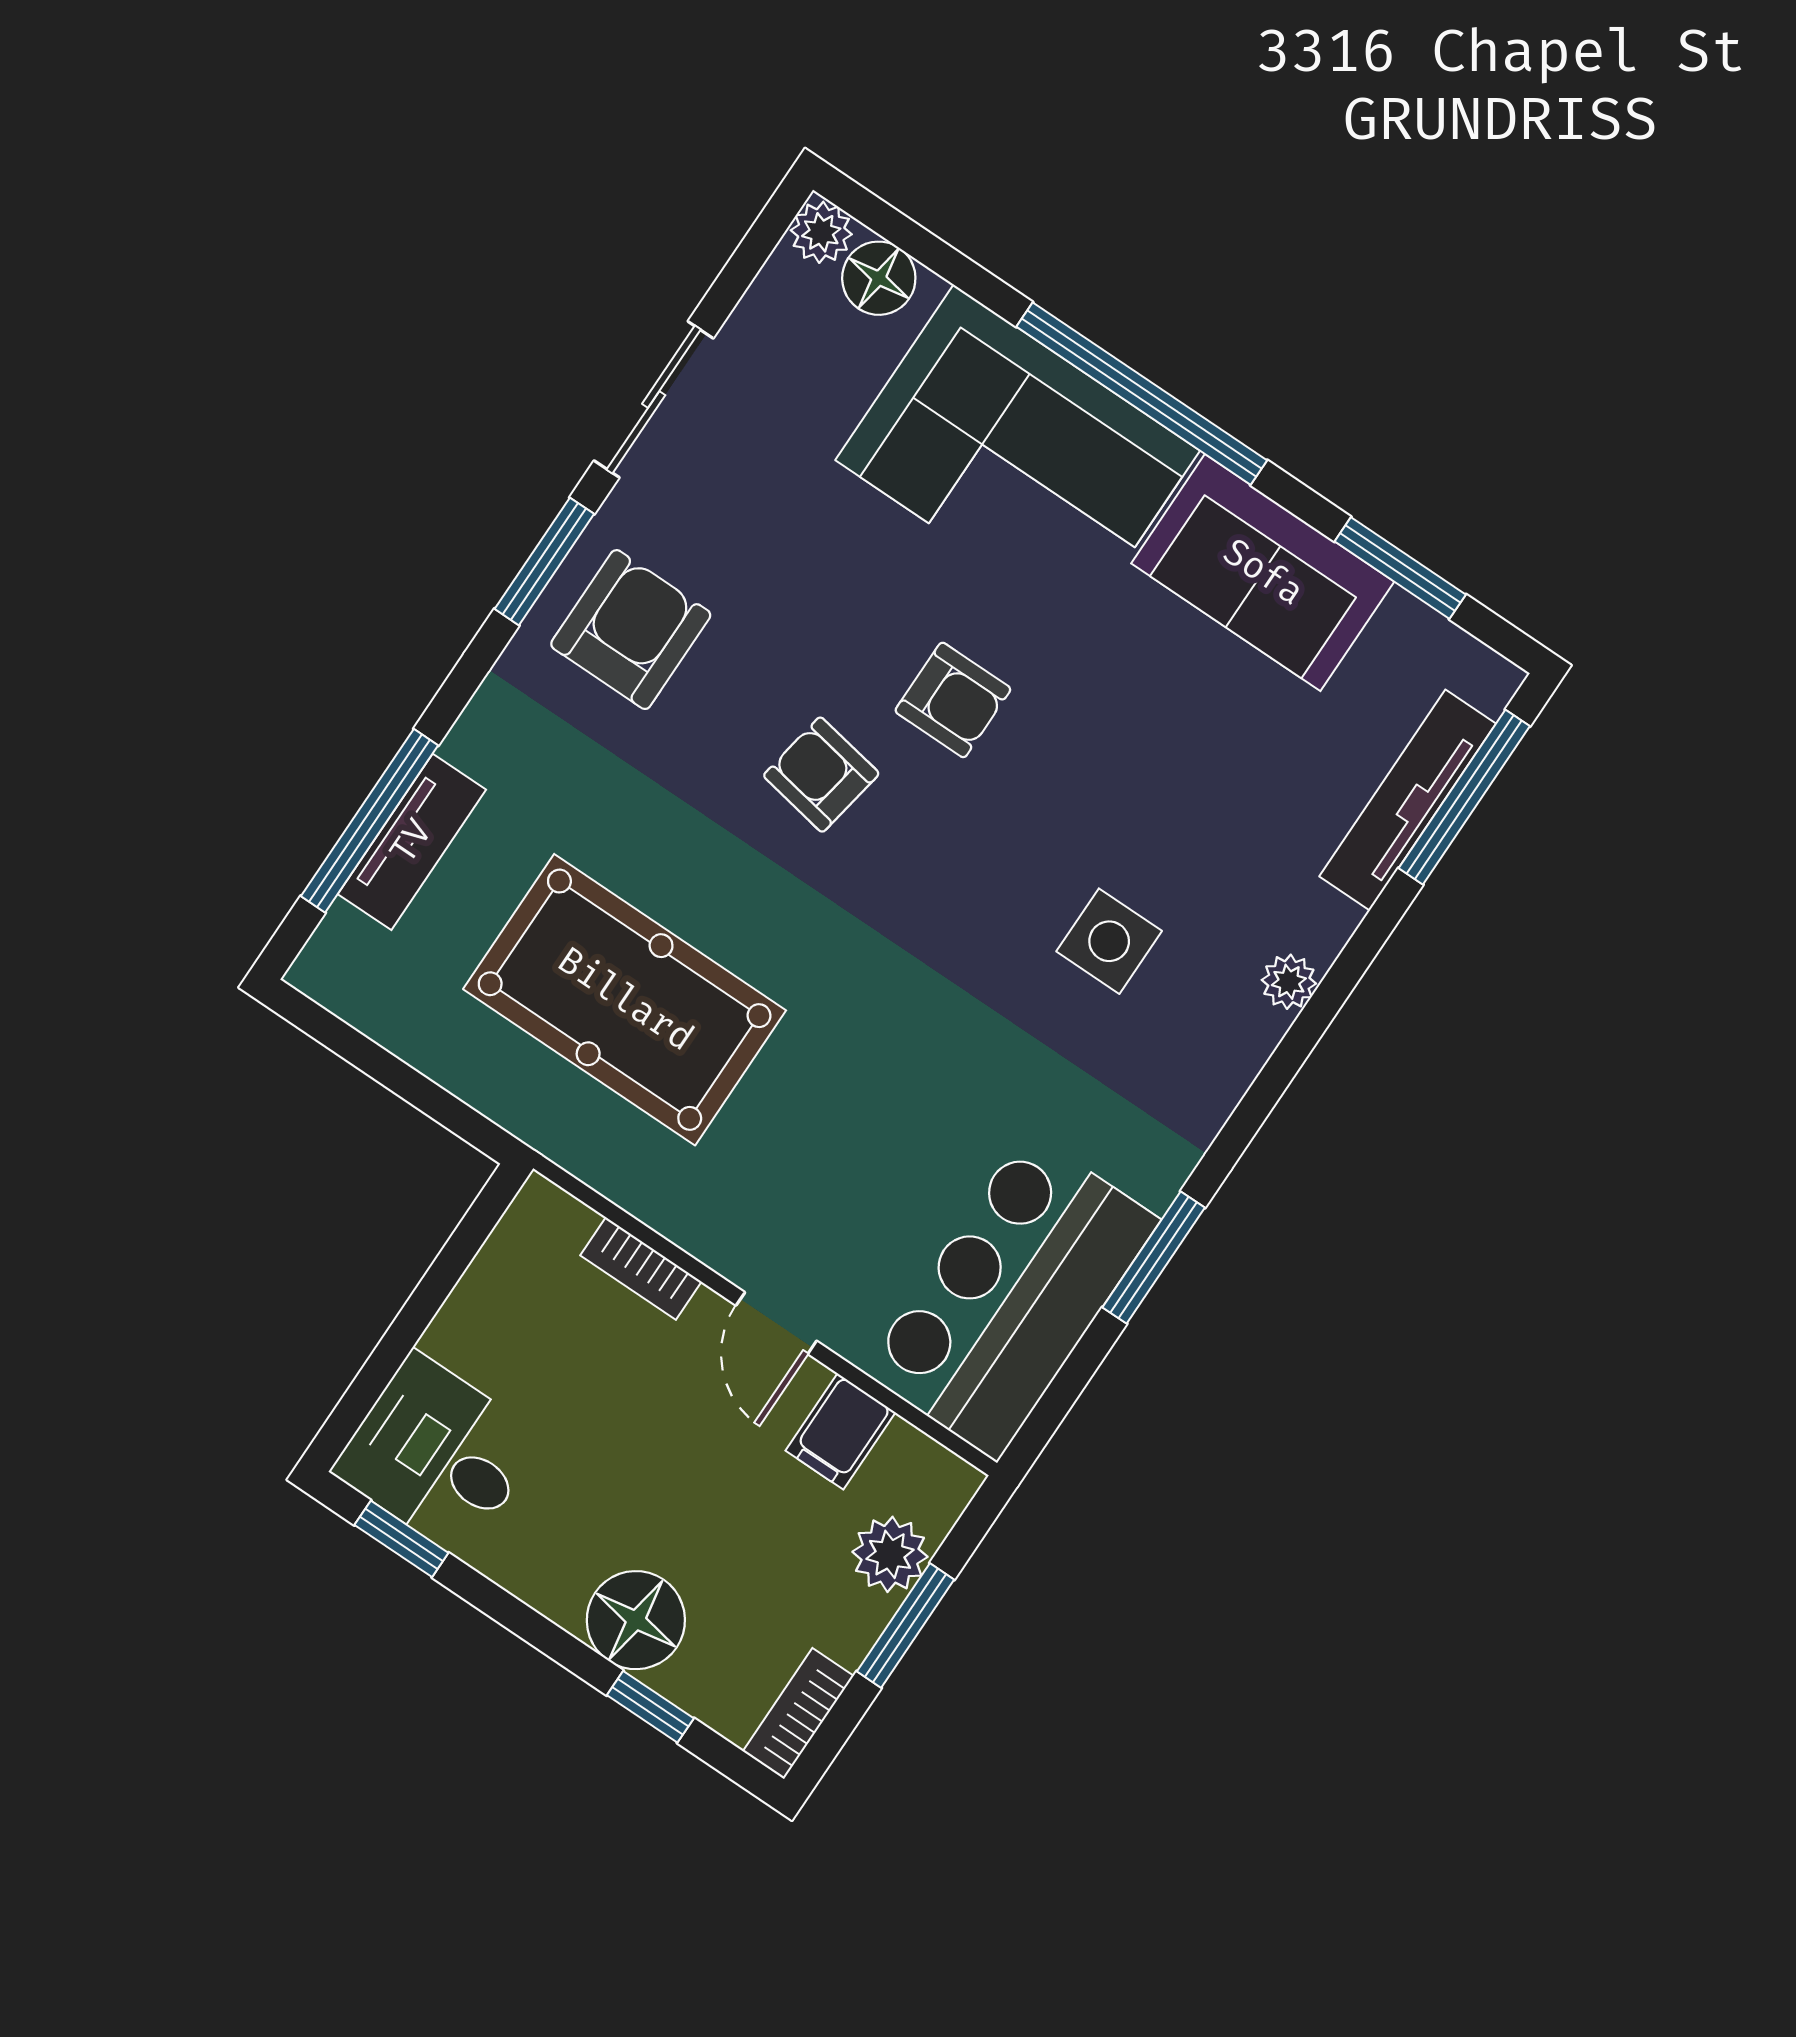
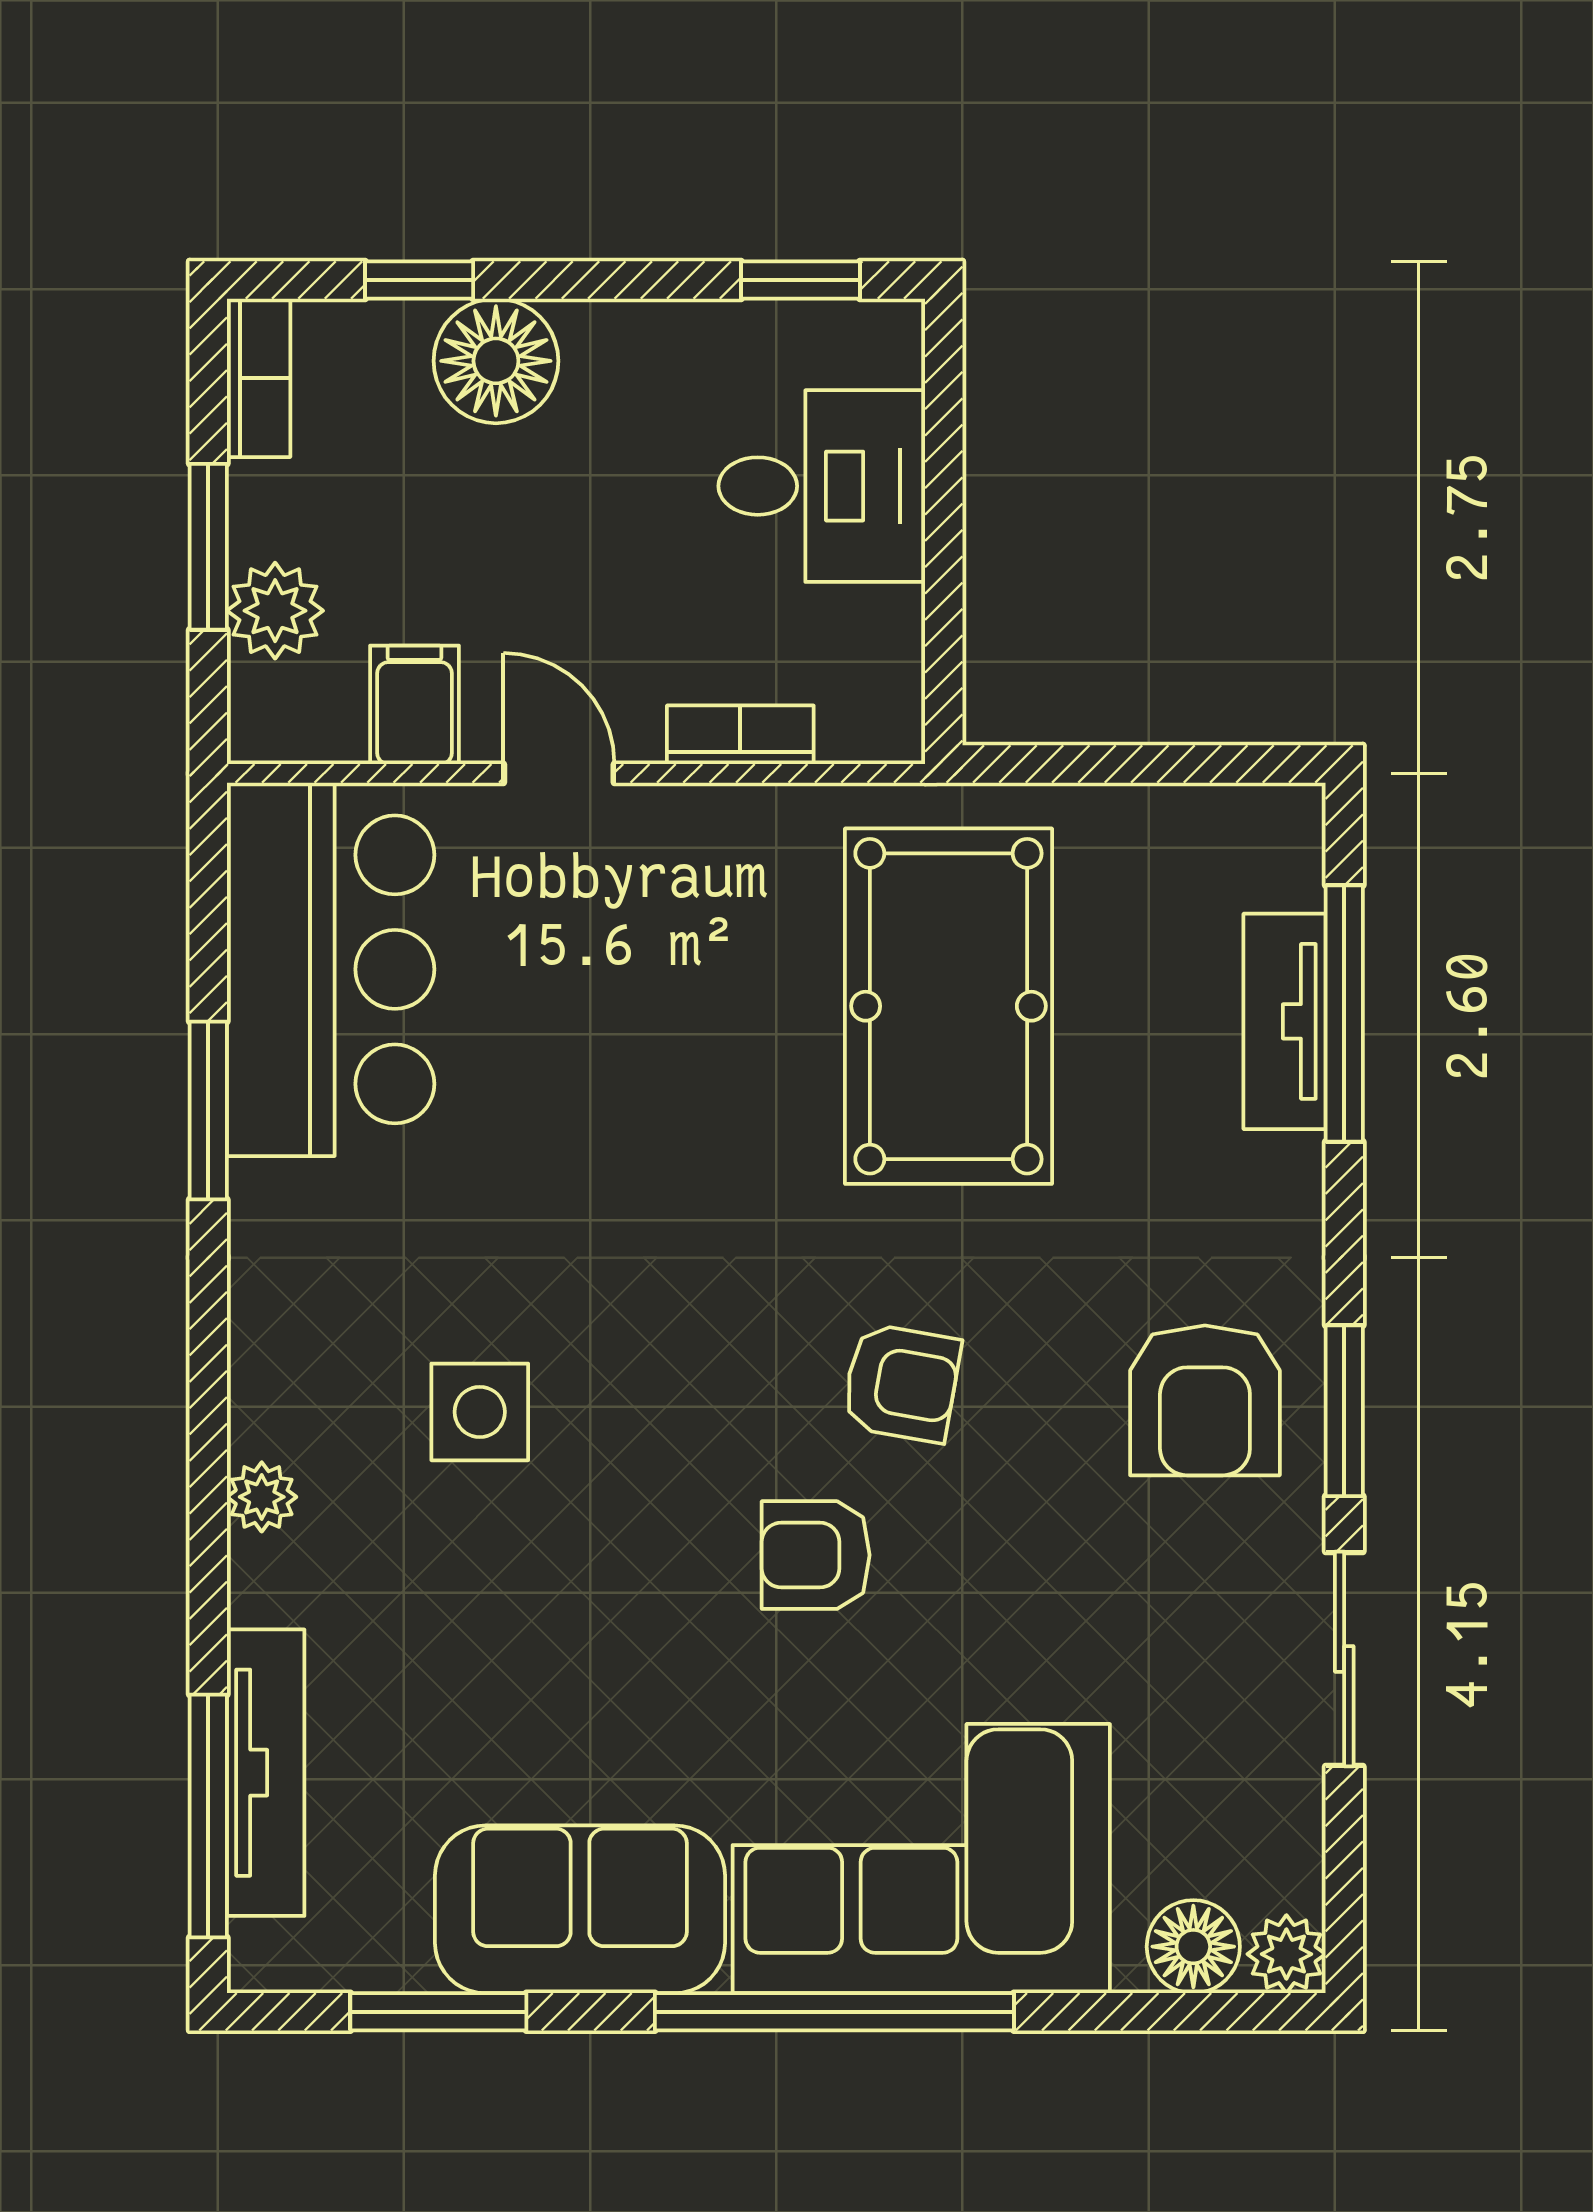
pool table: (625, 1000) -> (948, 1006), turned 90
desk: (438, 1455) -> (822, 486), moved

